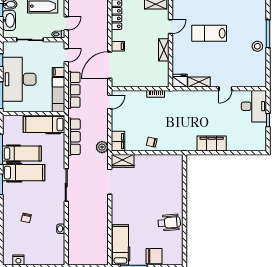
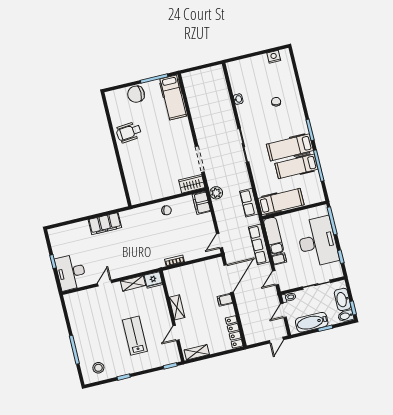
lab bench: (209, 33) -> (135, 336), turned -90
stool: (257, 46) -> (98, 368), moved
row of seats: (74, 137) -> (249, 203), width x0.68

